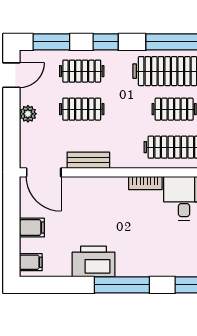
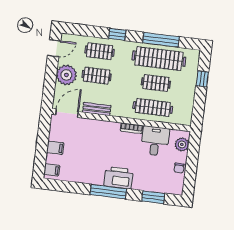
window: (51, 42) -> (82, 30), removed
plant: (28, 114) -> (66, 75), width x1.87, depth x1.87
door: (44, 172) -> (67, 113), swing flipped
printer: (94, 261) -> (119, 178), moved

